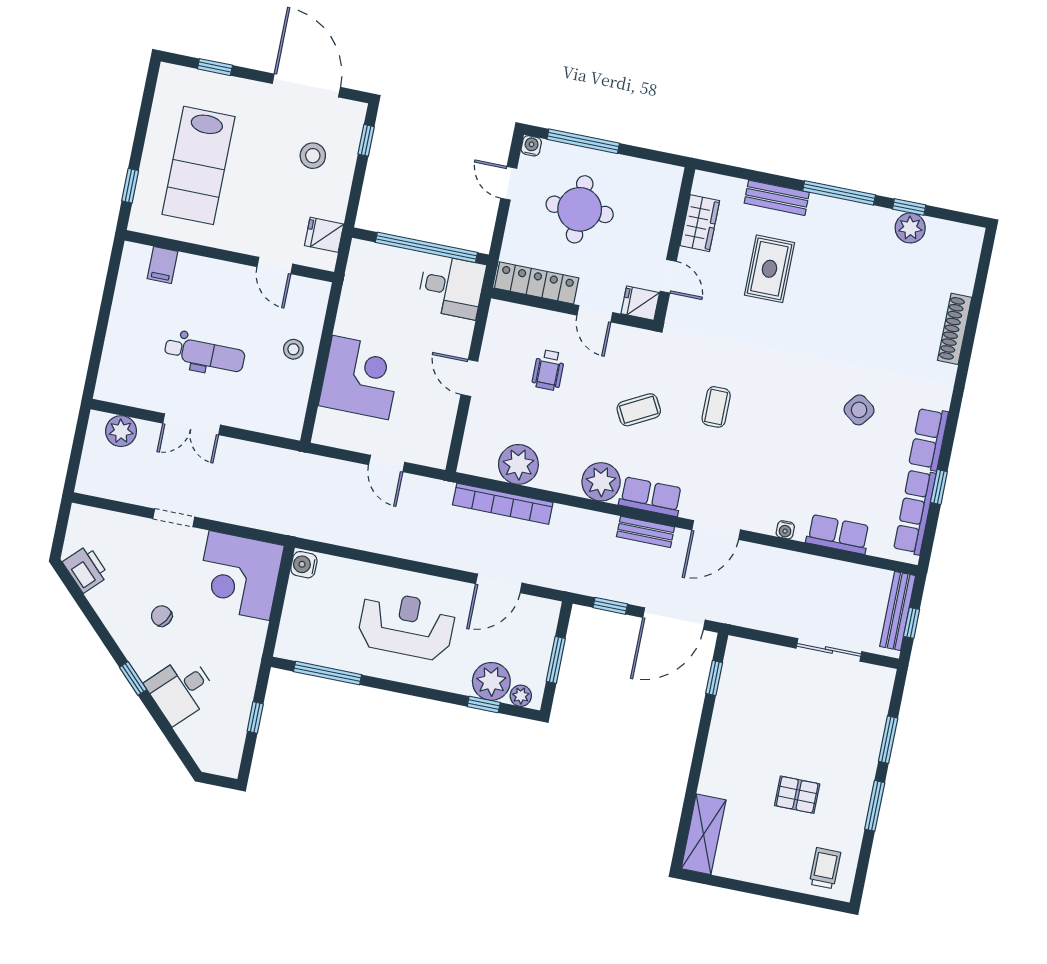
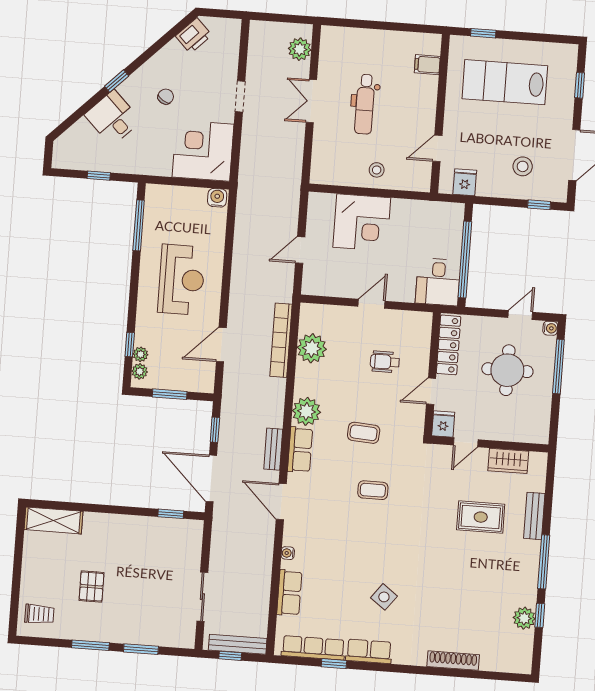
coffee table: (639, 410) -> (364, 433), turned -58
door: (499, 583) -> (221, 345), hinge flipped
plant: (491, 681) -> (140, 354), width x0.53, depth x0.53

